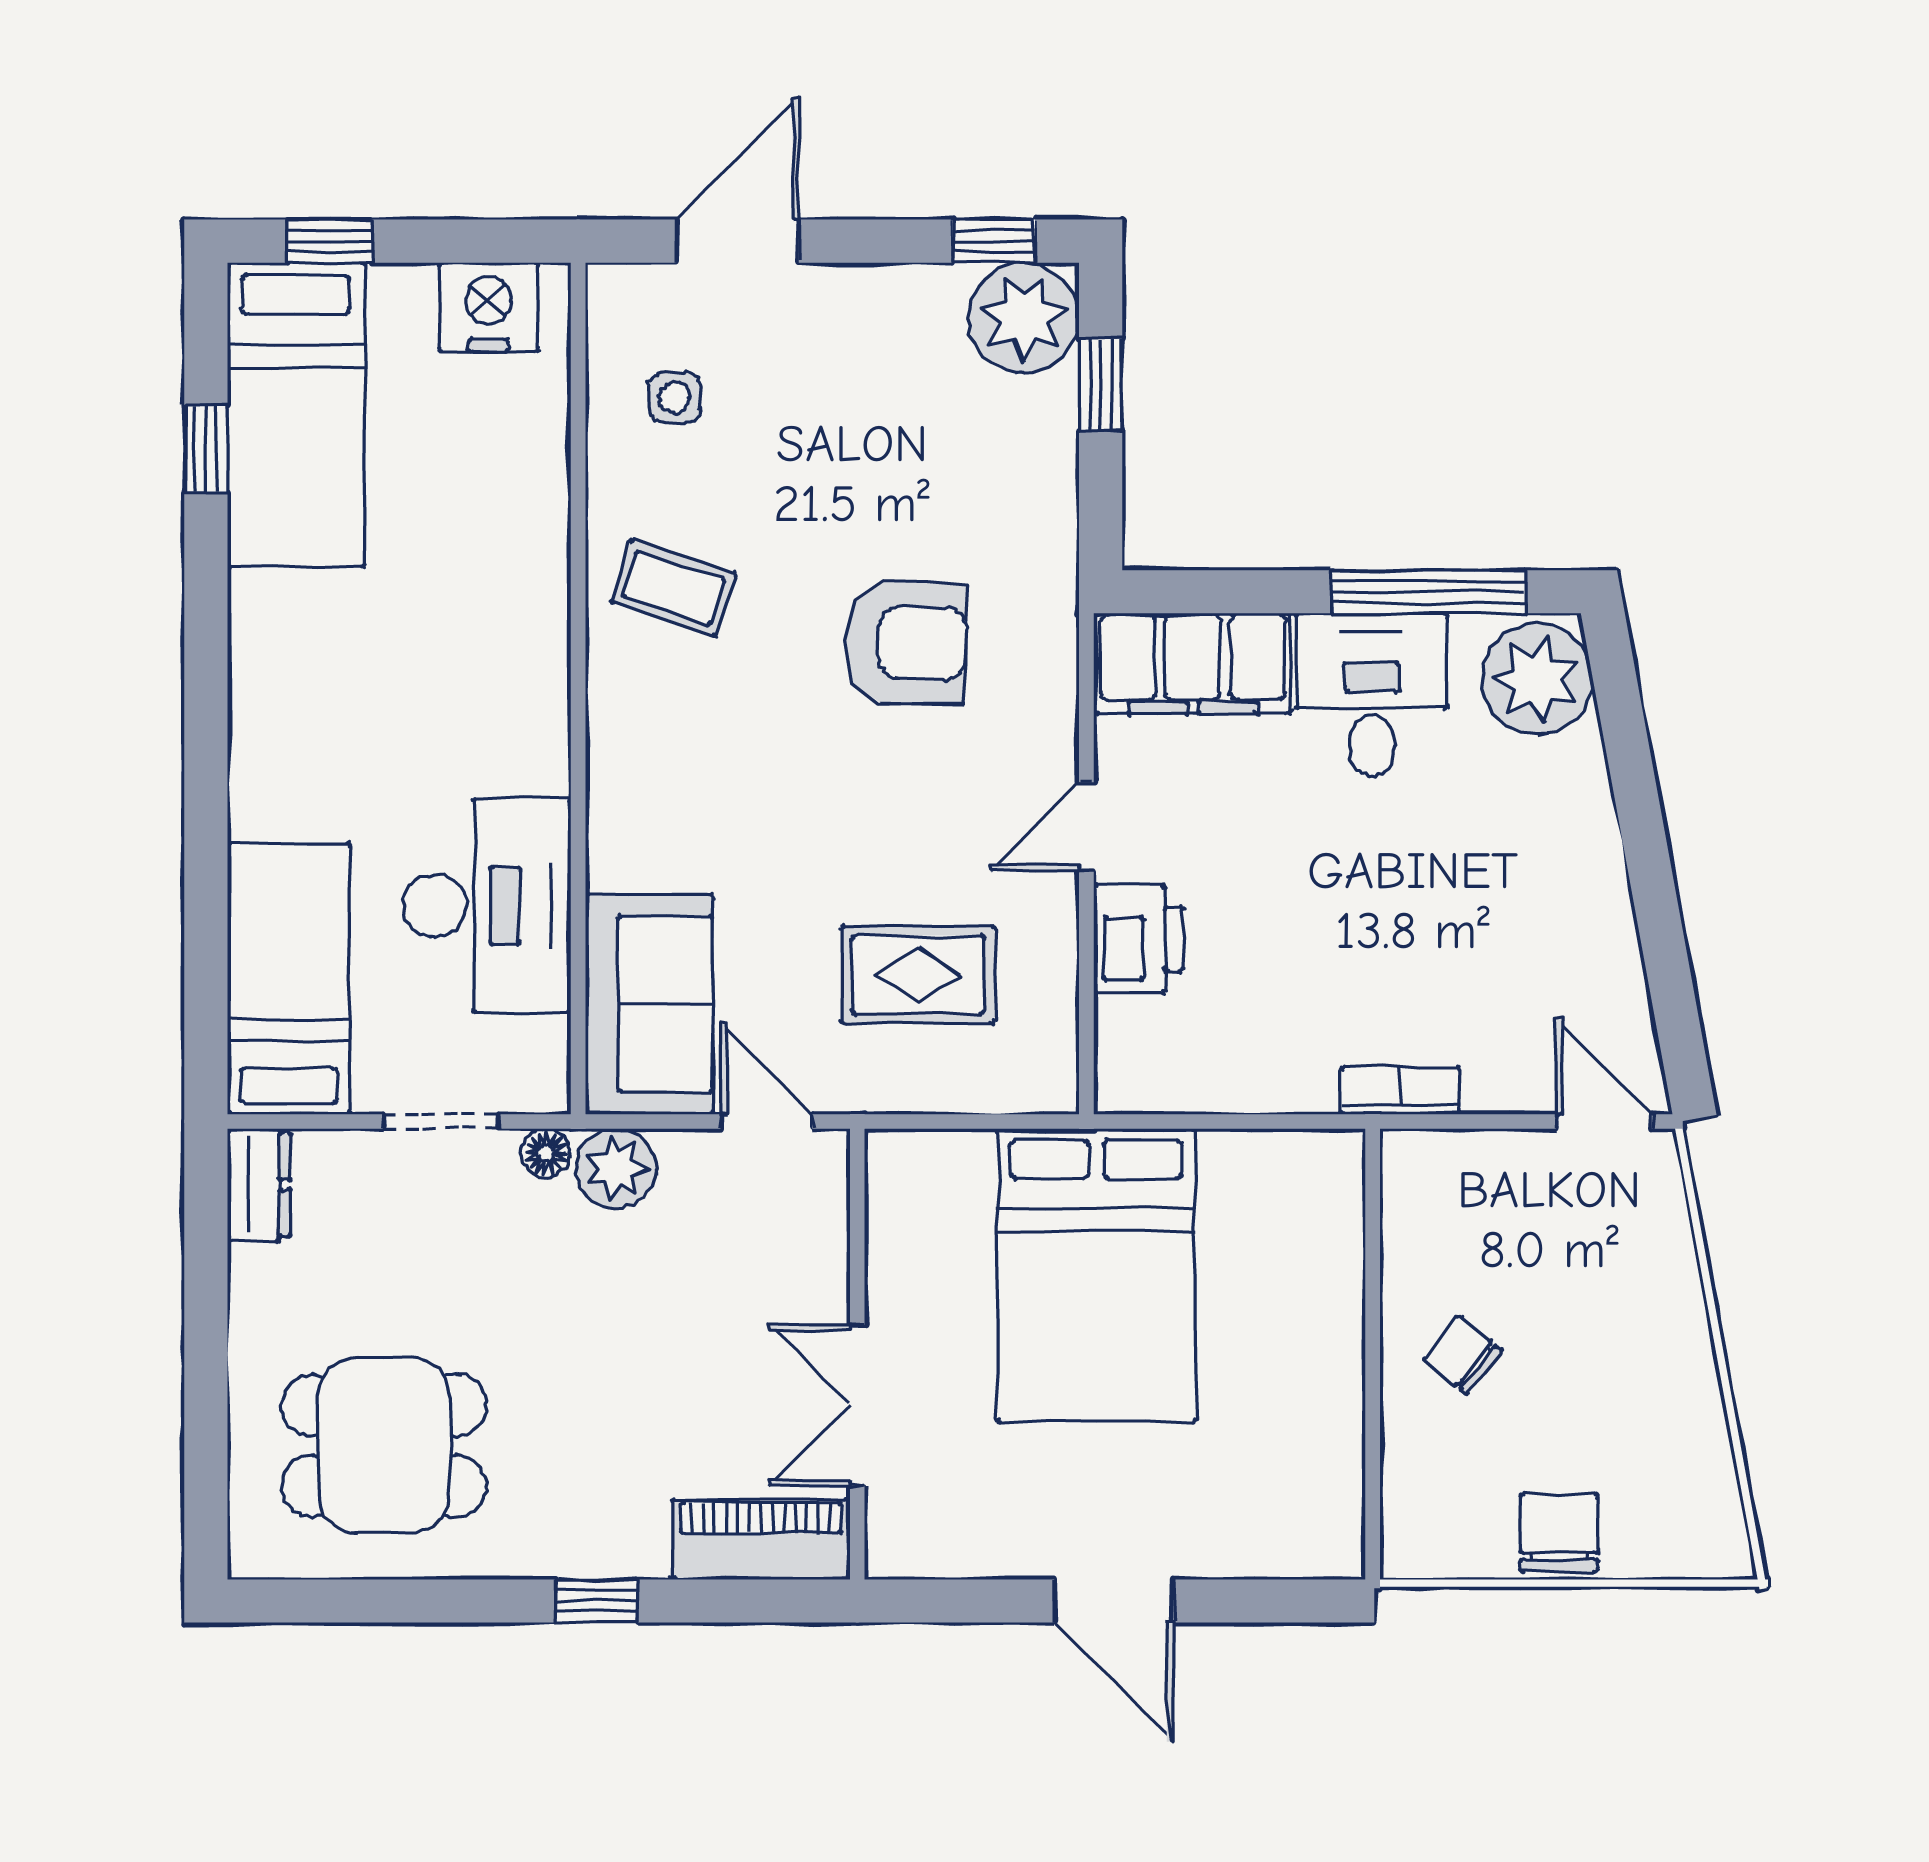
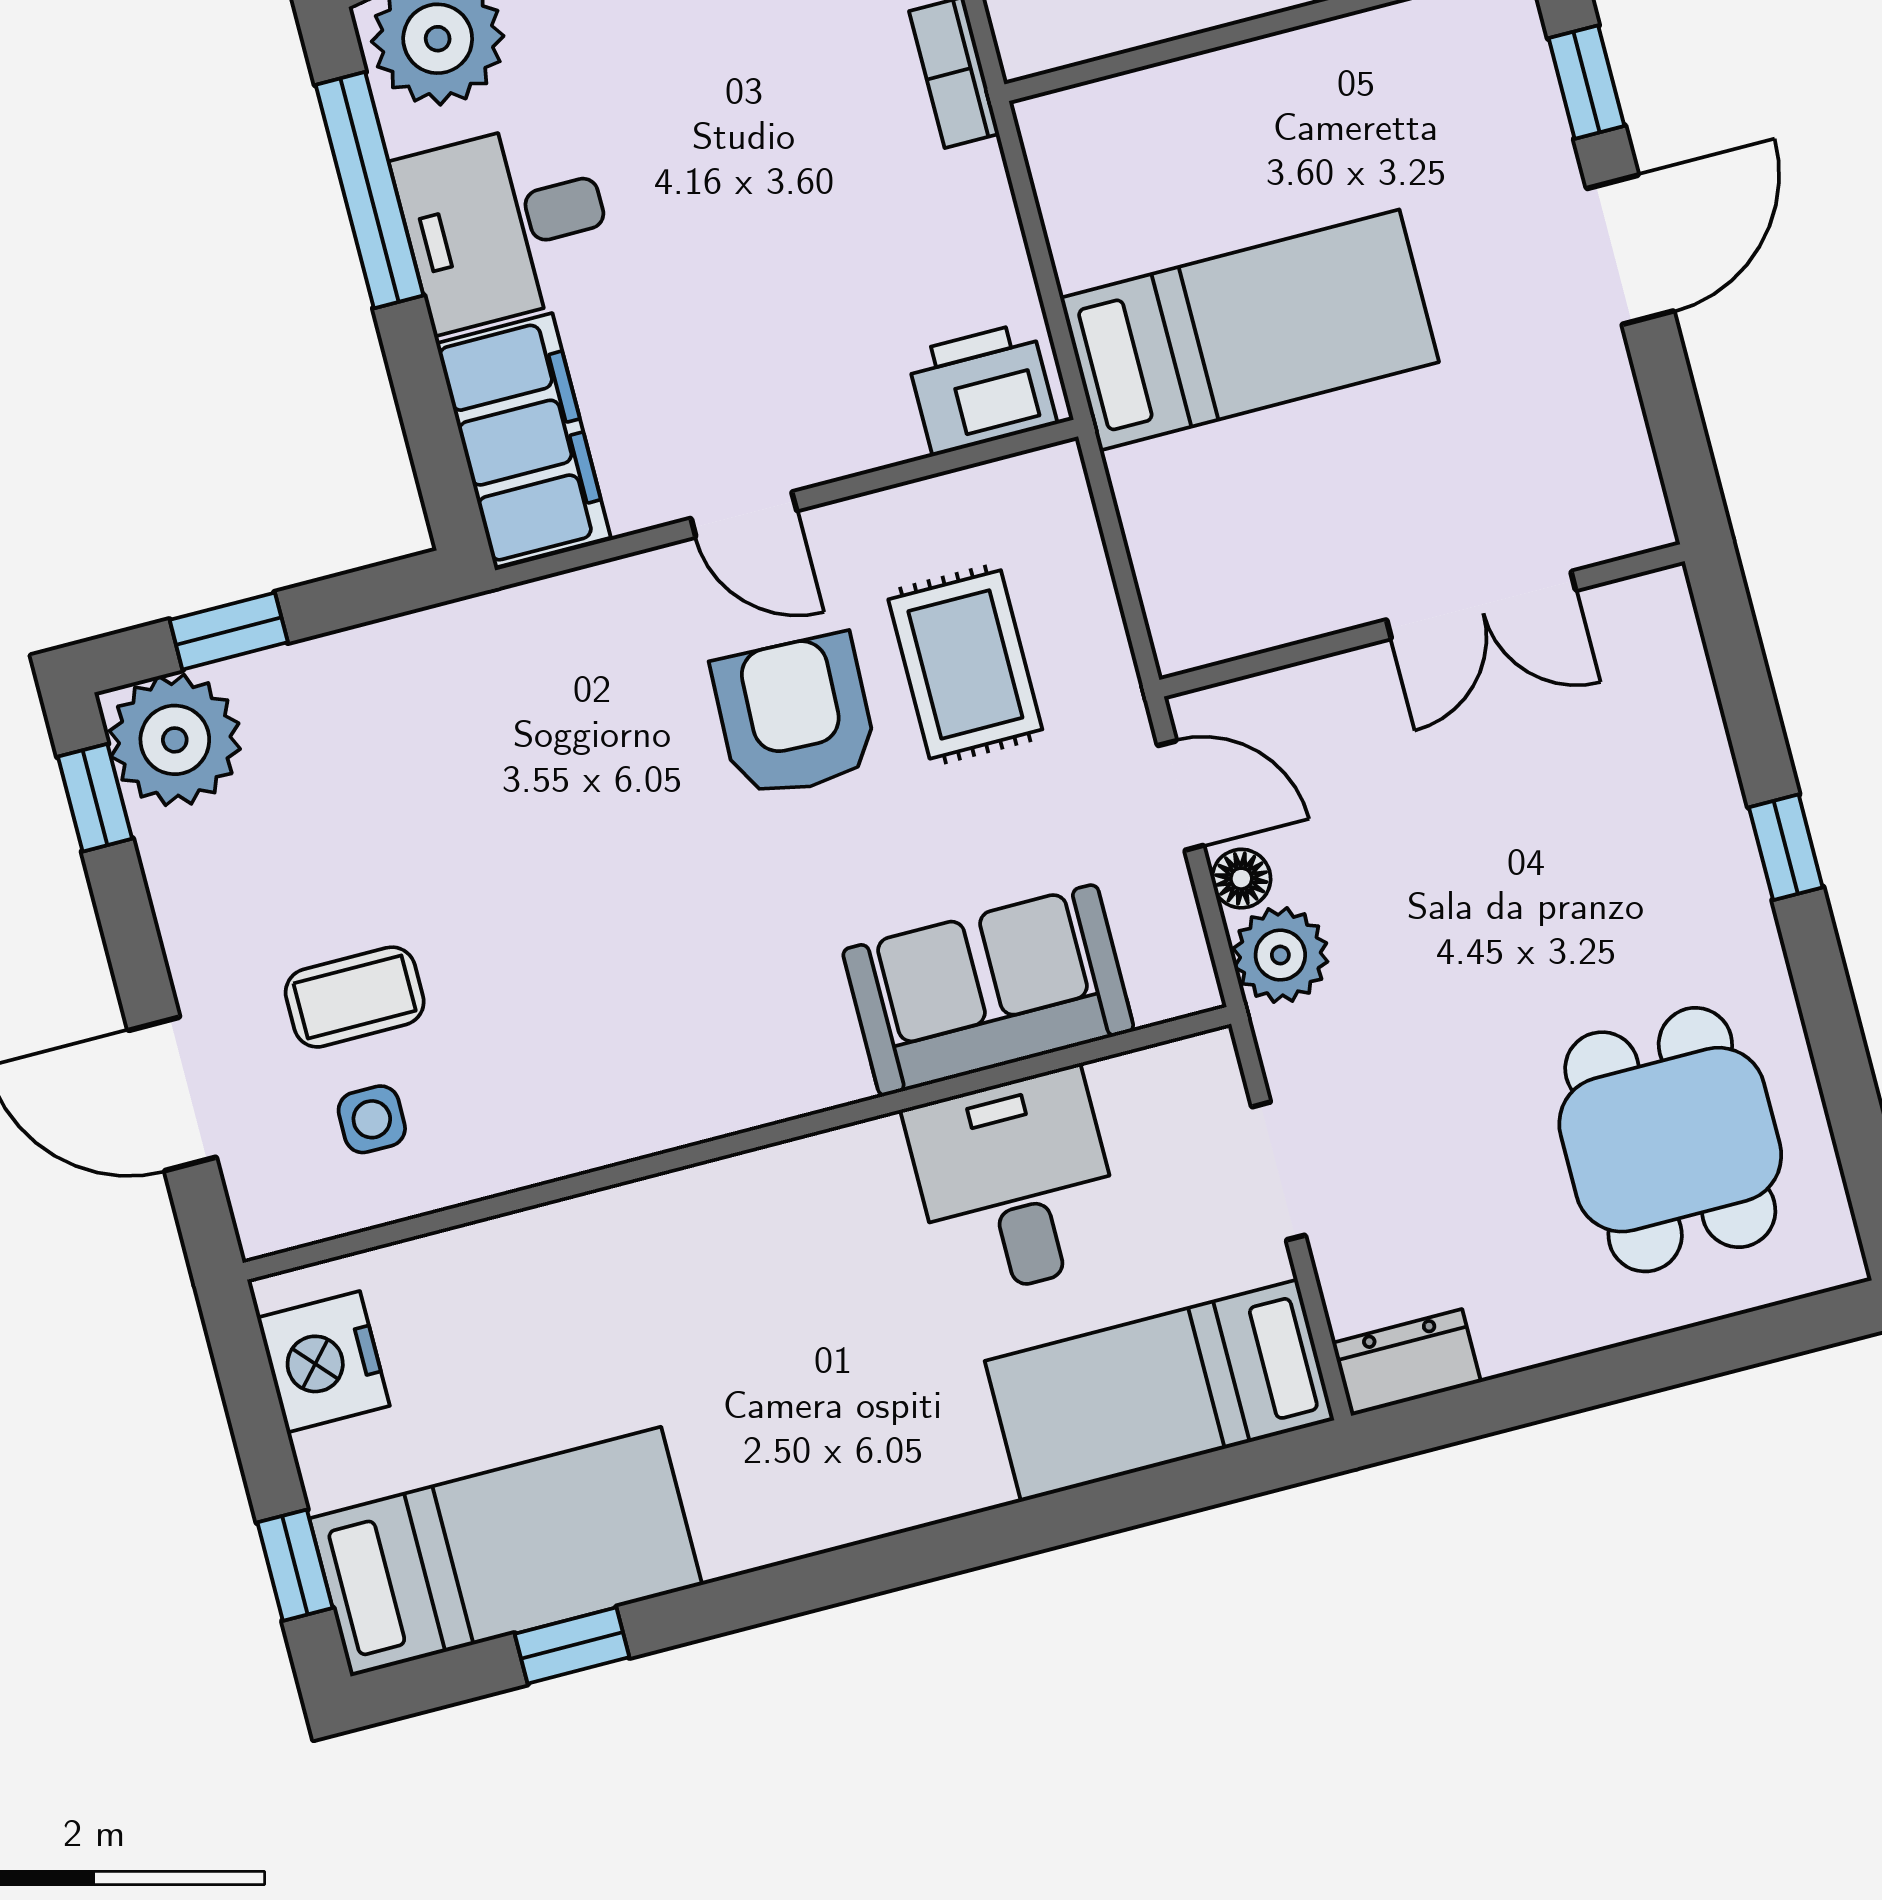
coffee table: (674, 588) -> (355, 997), moved, turned 72
armchair: (906, 643) -> (795, 716), moved
desk: (487, 905) -> (1015, 1183), width x0.73
printer: (1138, 939) -> (982, 388), moved
sofa: (649, 1004) -> (988, 990), moved
door: (766, 1121) -> (1181, 795), swing flipped
floor lamp: (546, 1153) -> (1241, 879), moved
bed: (1096, 1275) -> (1249, 330), width x0.67
piano: (761, 1540) -> (1665, 676), removed
window: (1259, 1601) -> (1586, 82), added

